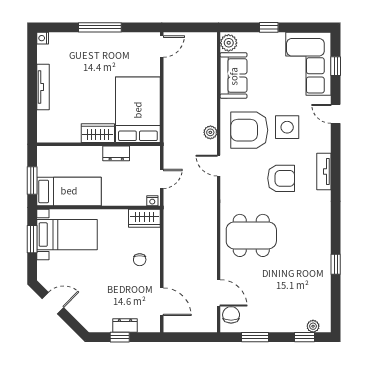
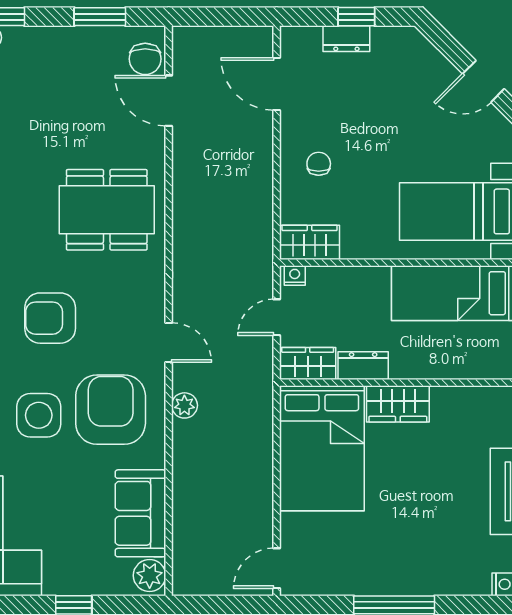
armchair: (249, 130) -> (111, 410), turned -90
wardrobe: (145, 154) -> (308, 364), added

